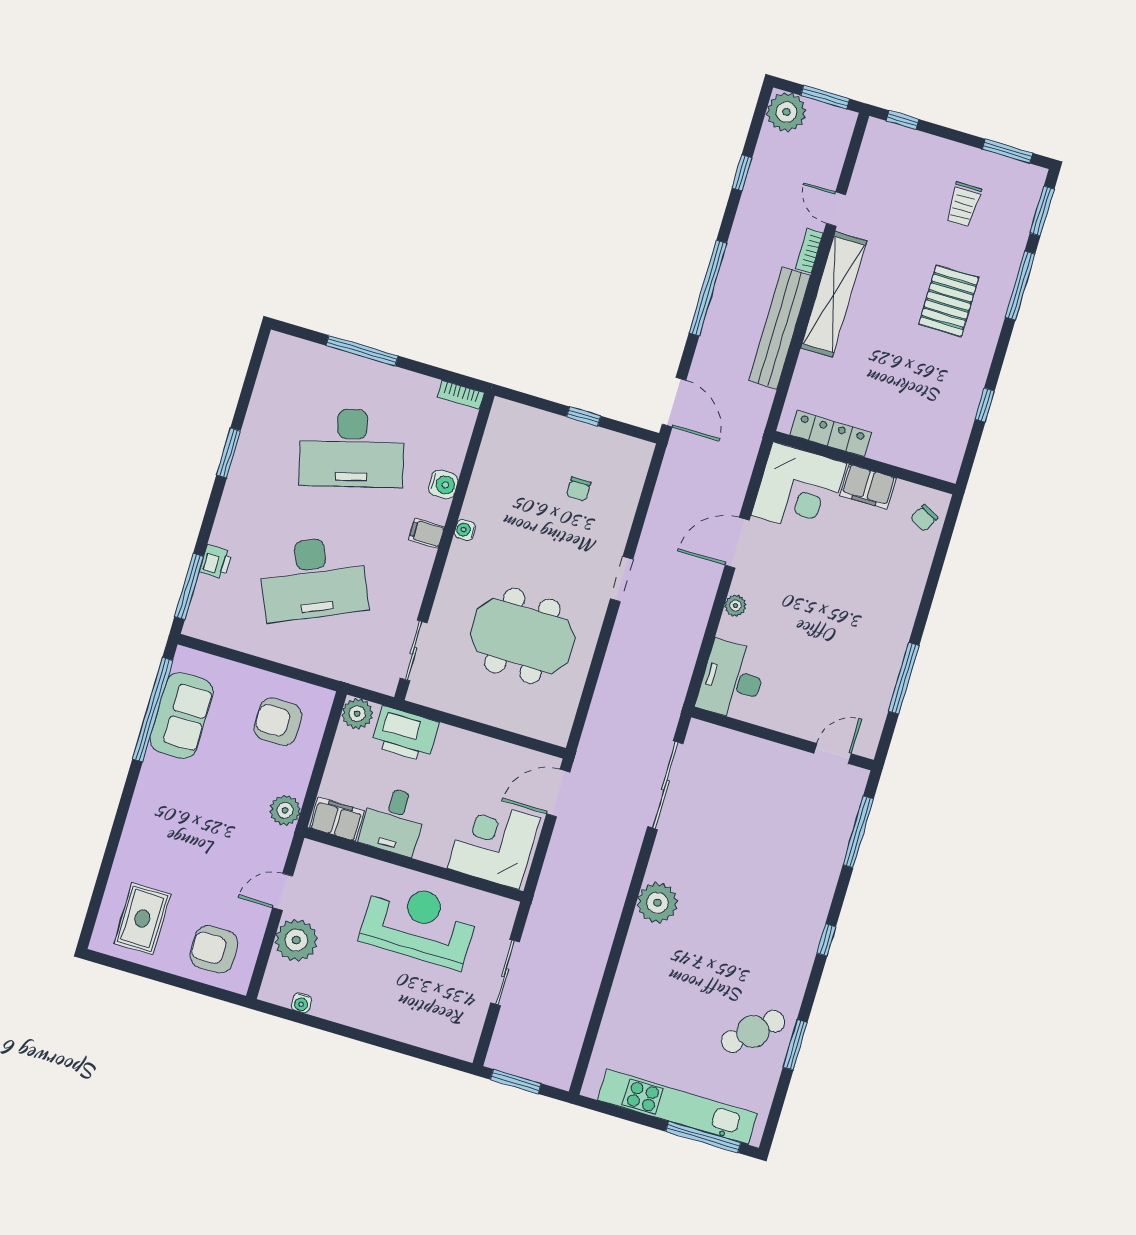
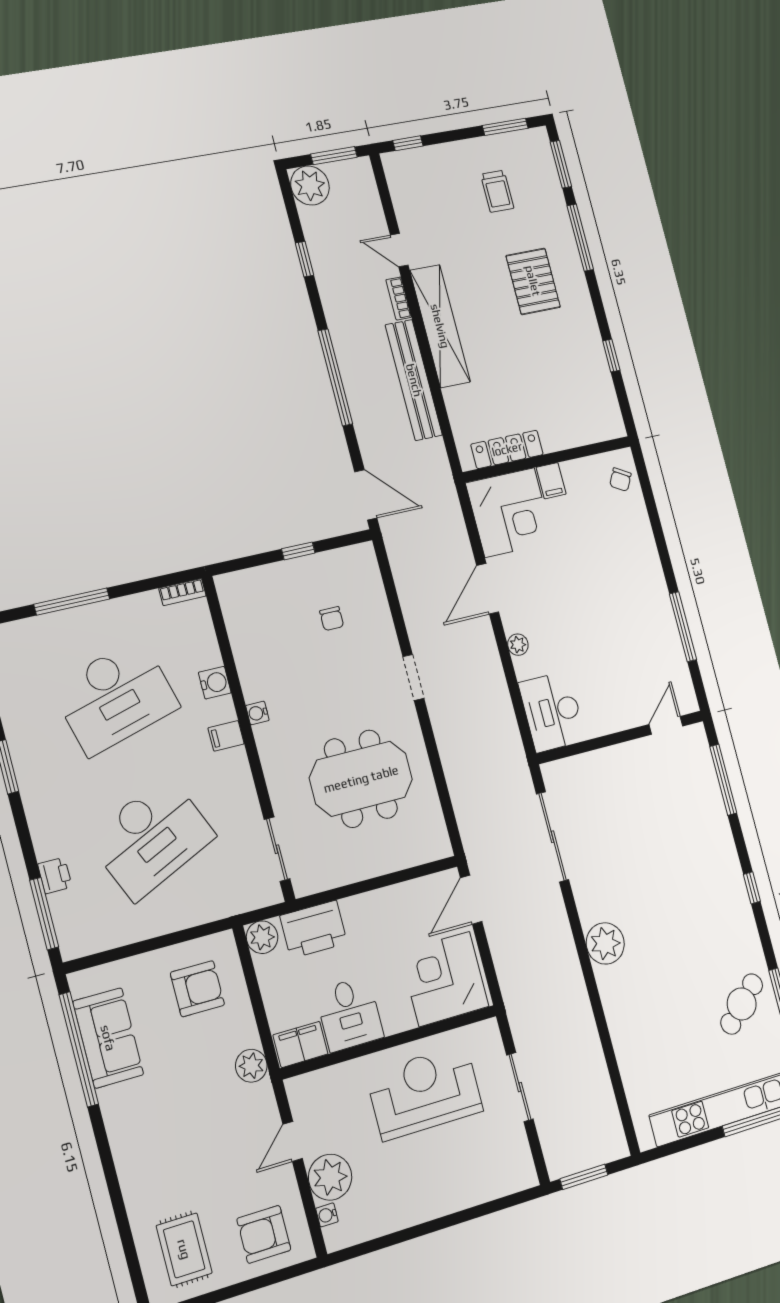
filing cabinet: (868, 487) -> (551, 481), width x0.50
armchair: (278, 722) -> (197, 989), turned 180
water cooler: (301, 1003) -> (327, 1215), moved, turned 90

